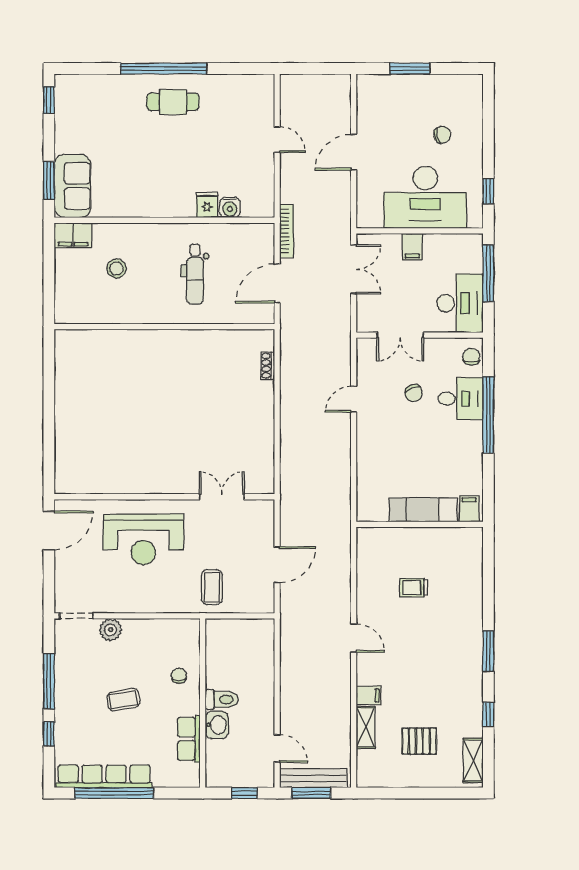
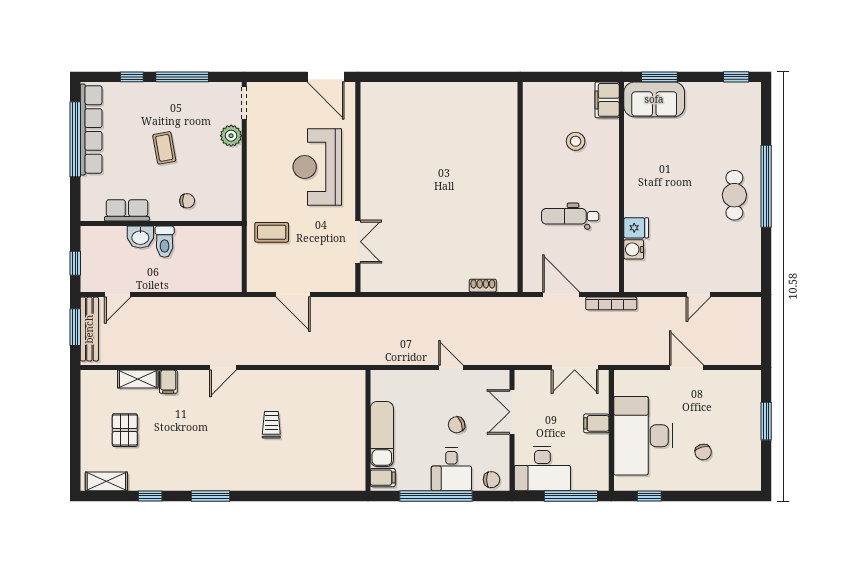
filing cabinet: (469, 509) -> (383, 478), moved
exam couch: (423, 510) -> (382, 434), moved
wall: (420, 524) -> (368, 430), moved

